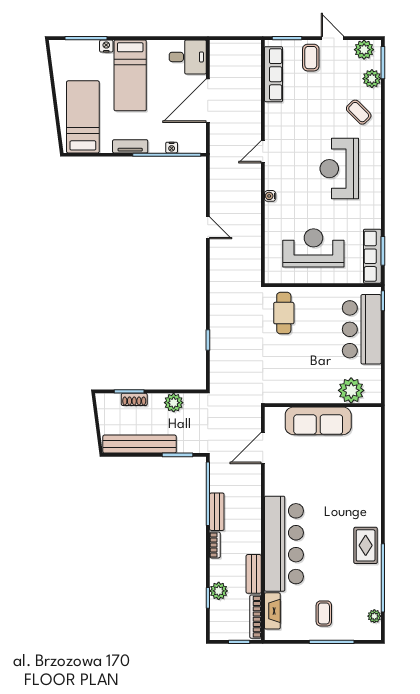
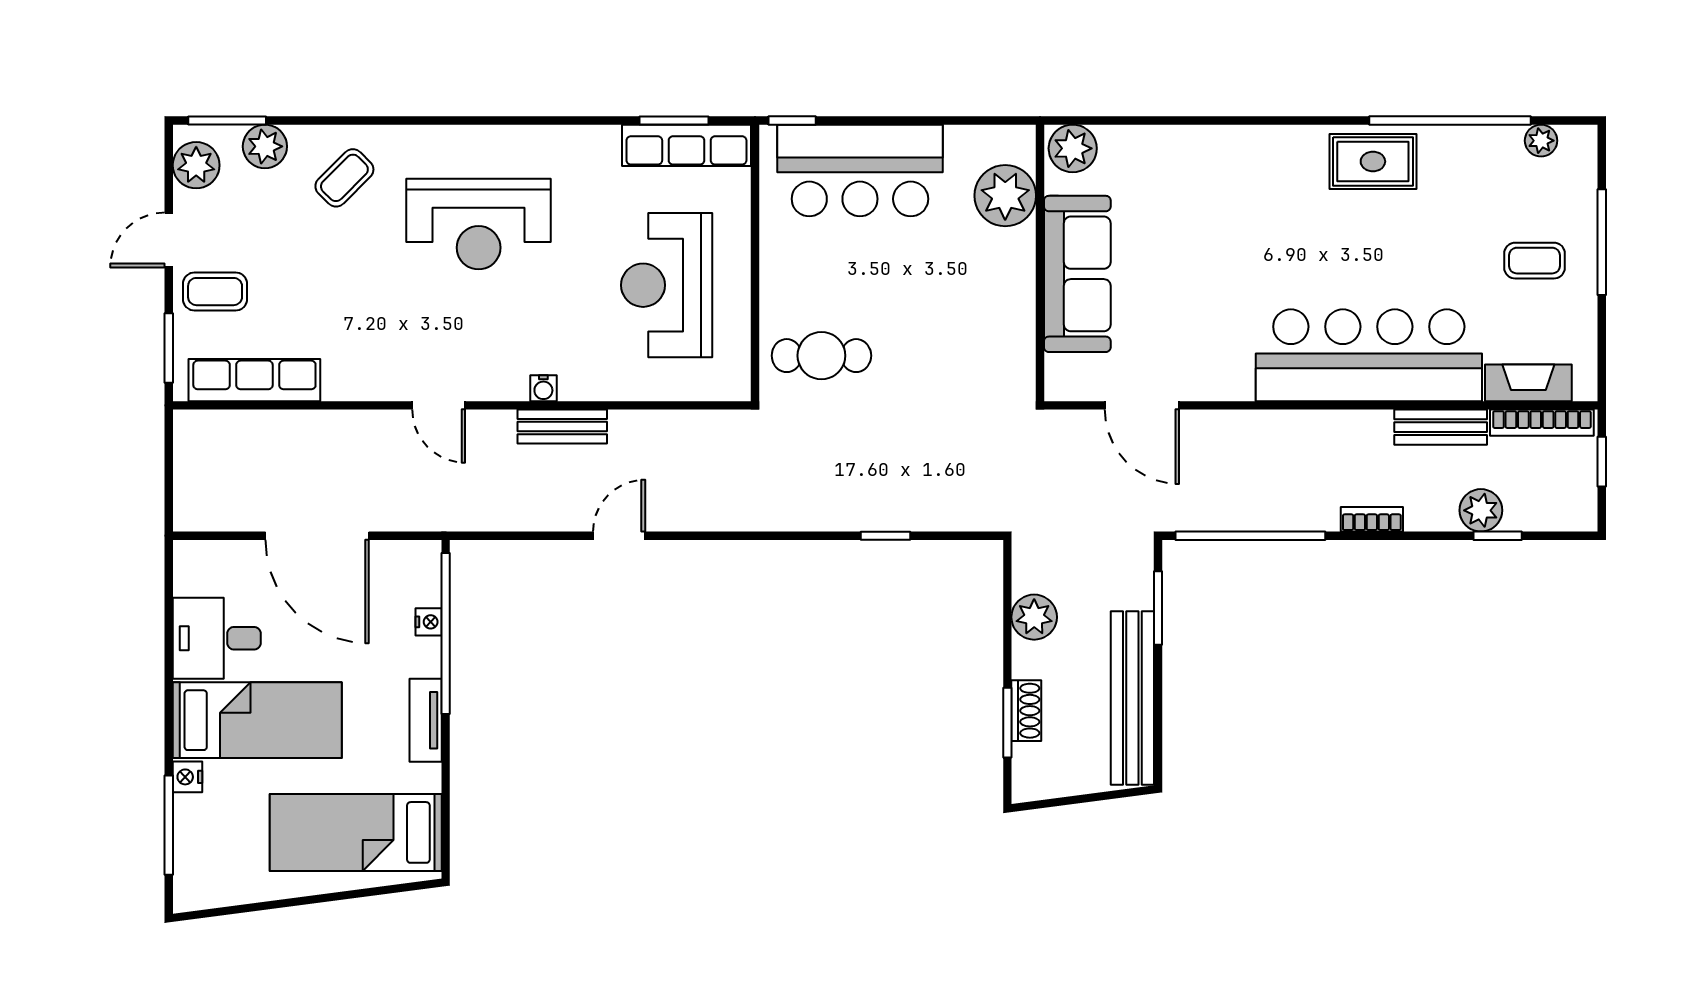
desk: (188, 57) -> (217, 638), moved, turned -90
plant: (371, 419) -> (1073, 148), added
bench: (217, 512) -> (562, 427), moved

